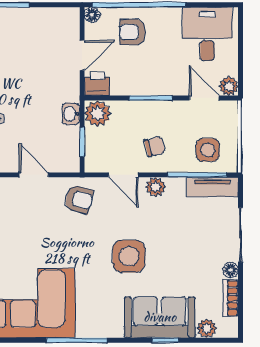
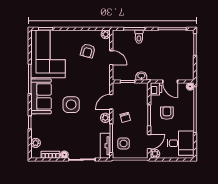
armchair: (133, 32) -> (167, 113), moved
plant: (98, 113) -> (141, 89), removed
door: (34, 175) -> (111, 58), hinge flipped
armchair: (79, 199) -> (88, 51), moved
sofa: (160, 317) -> (41, 96), moved

